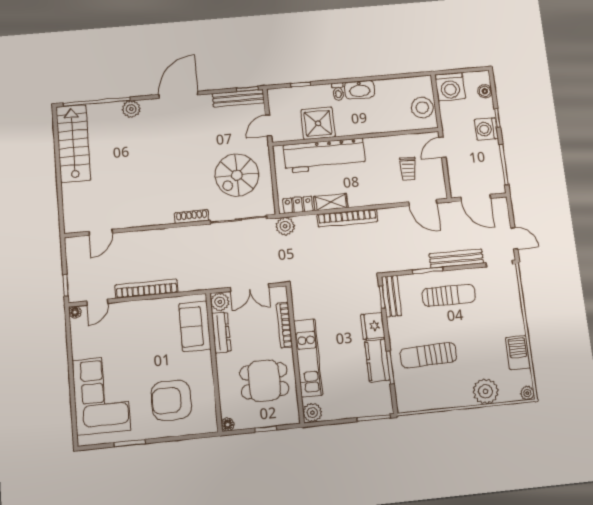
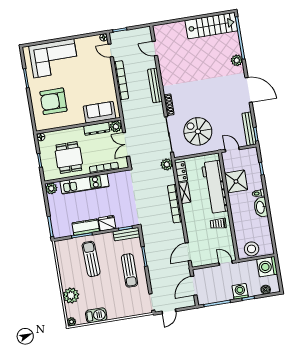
trolley: (408, 169) -> (218, 224), moved
bench: (456, 259) -> (155, 85), moved
armchair: (171, 400) -> (53, 101), turned -90

